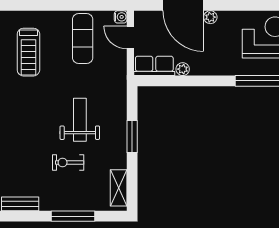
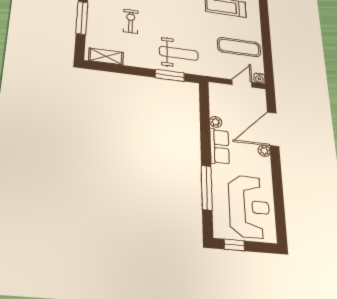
row of seats: (154, 66) -> (220, 146), moved
weight bench: (80, 120) -> (179, 53), moved
window: (132, 136) -> (170, 75), moved

